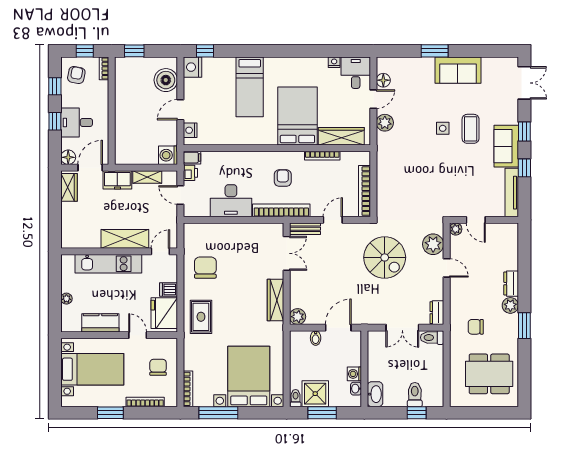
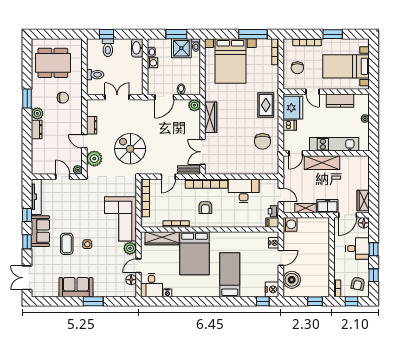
corner sofa: (398, 163) -> (120, 219), added
dresser: (437, 313) -> (92, 125), moved
toilet: (432, 338) -> (95, 75), moved

